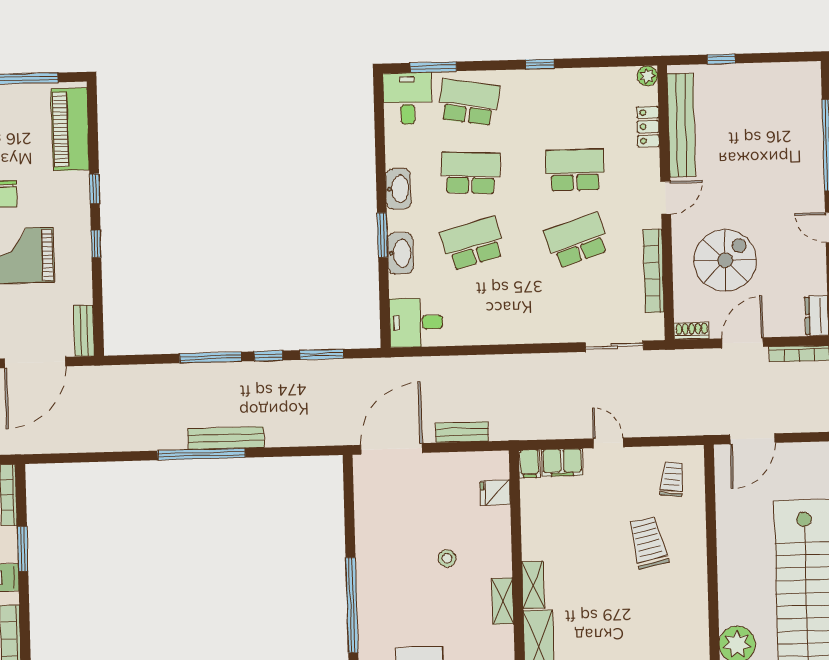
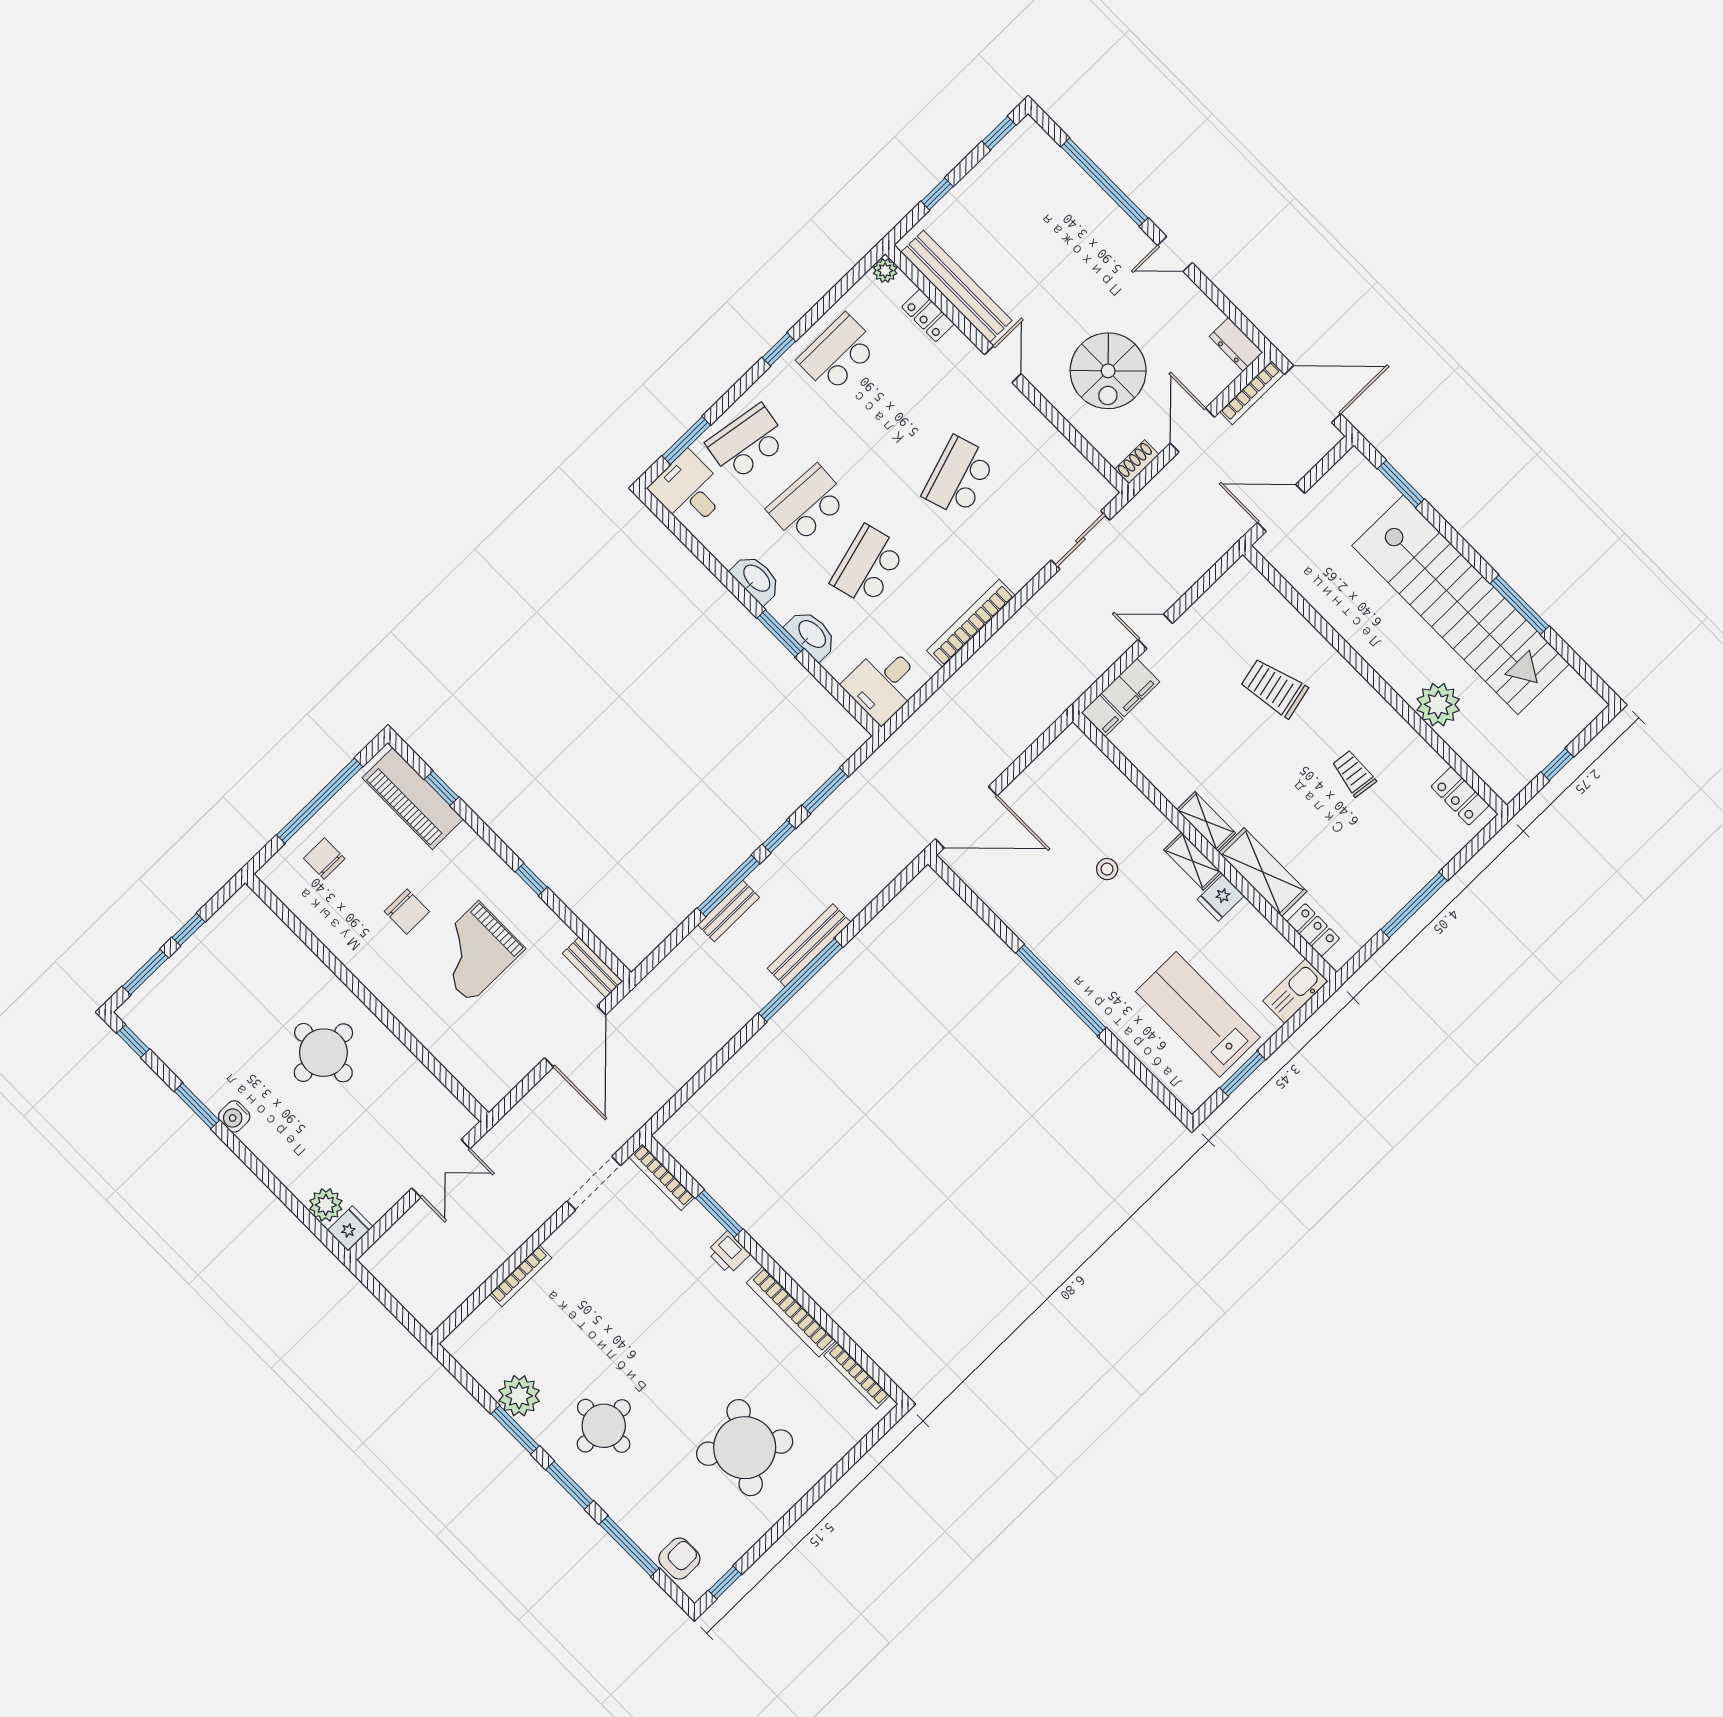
window: (792, 57) -> (999, 133), added
school desk: (575, 170) -> (838, 353), moved
window: (95, 189) -> (442, 788), moved
spiral stairs: (725, 260) -> (1108, 371), turned 180
bookcase: (653, 271) -> (971, 623), moved, turned 90
bench: (462, 432) -> (729, 911), moved
door: (752, 439) -> (1281, 508), swing flipped
door: (391, 449) -> (966, 817), swing flipped
trolley: (672, 479) -> (1354, 773), moved
fridge: (495, 492) -> (1221, 898), moved

